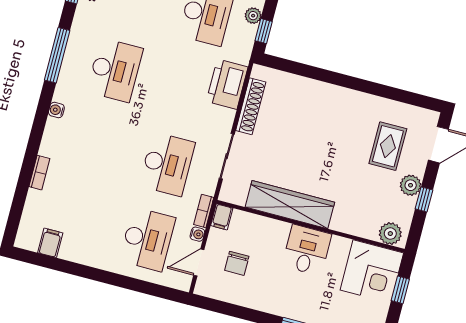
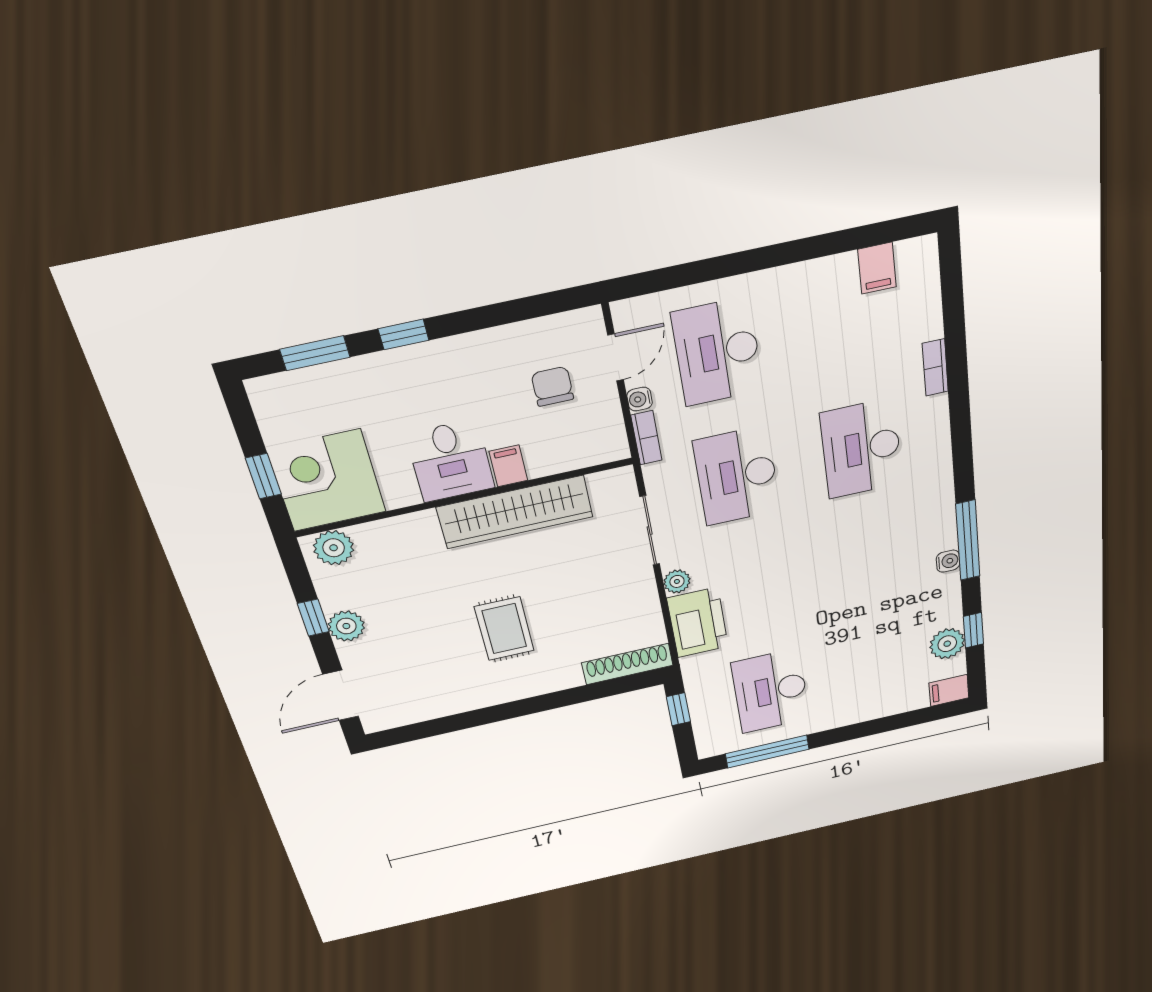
plant: (253, 16) -> (677, 581), moved
desk: (115, 70) -> (861, 449), moved
shoe rack: (251, 106) -> (627, 664), moved, turned 90
water cooler: (56, 110) -> (948, 561), moved
rug: (388, 146) -> (504, 629), moved
filing cabinet: (222, 217) -> (508, 466), moved

